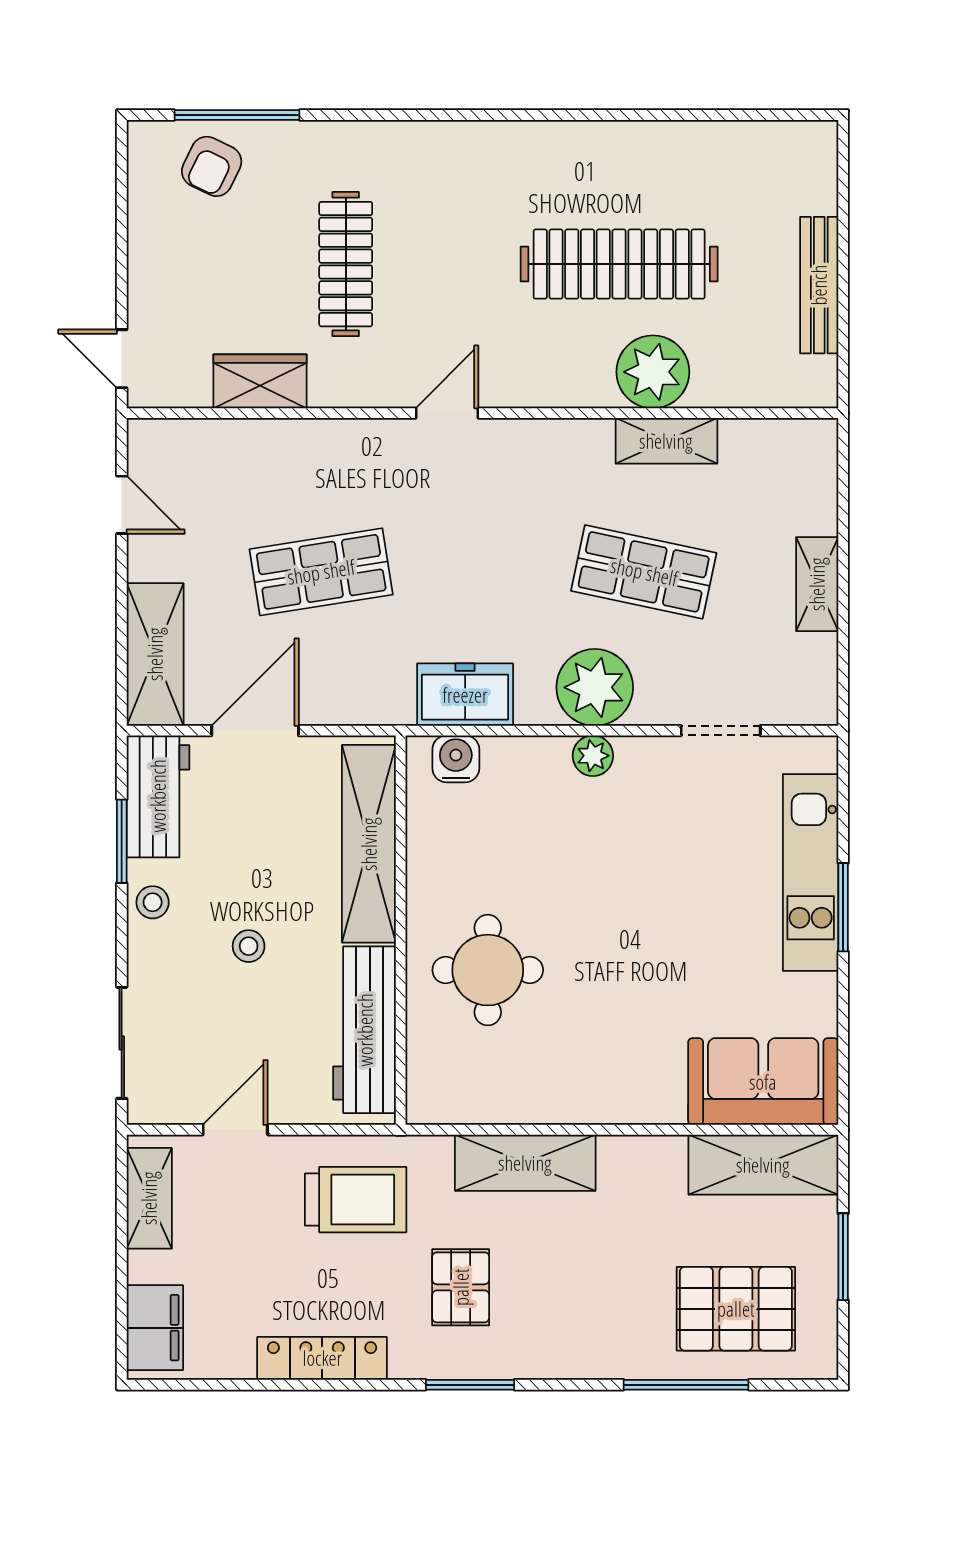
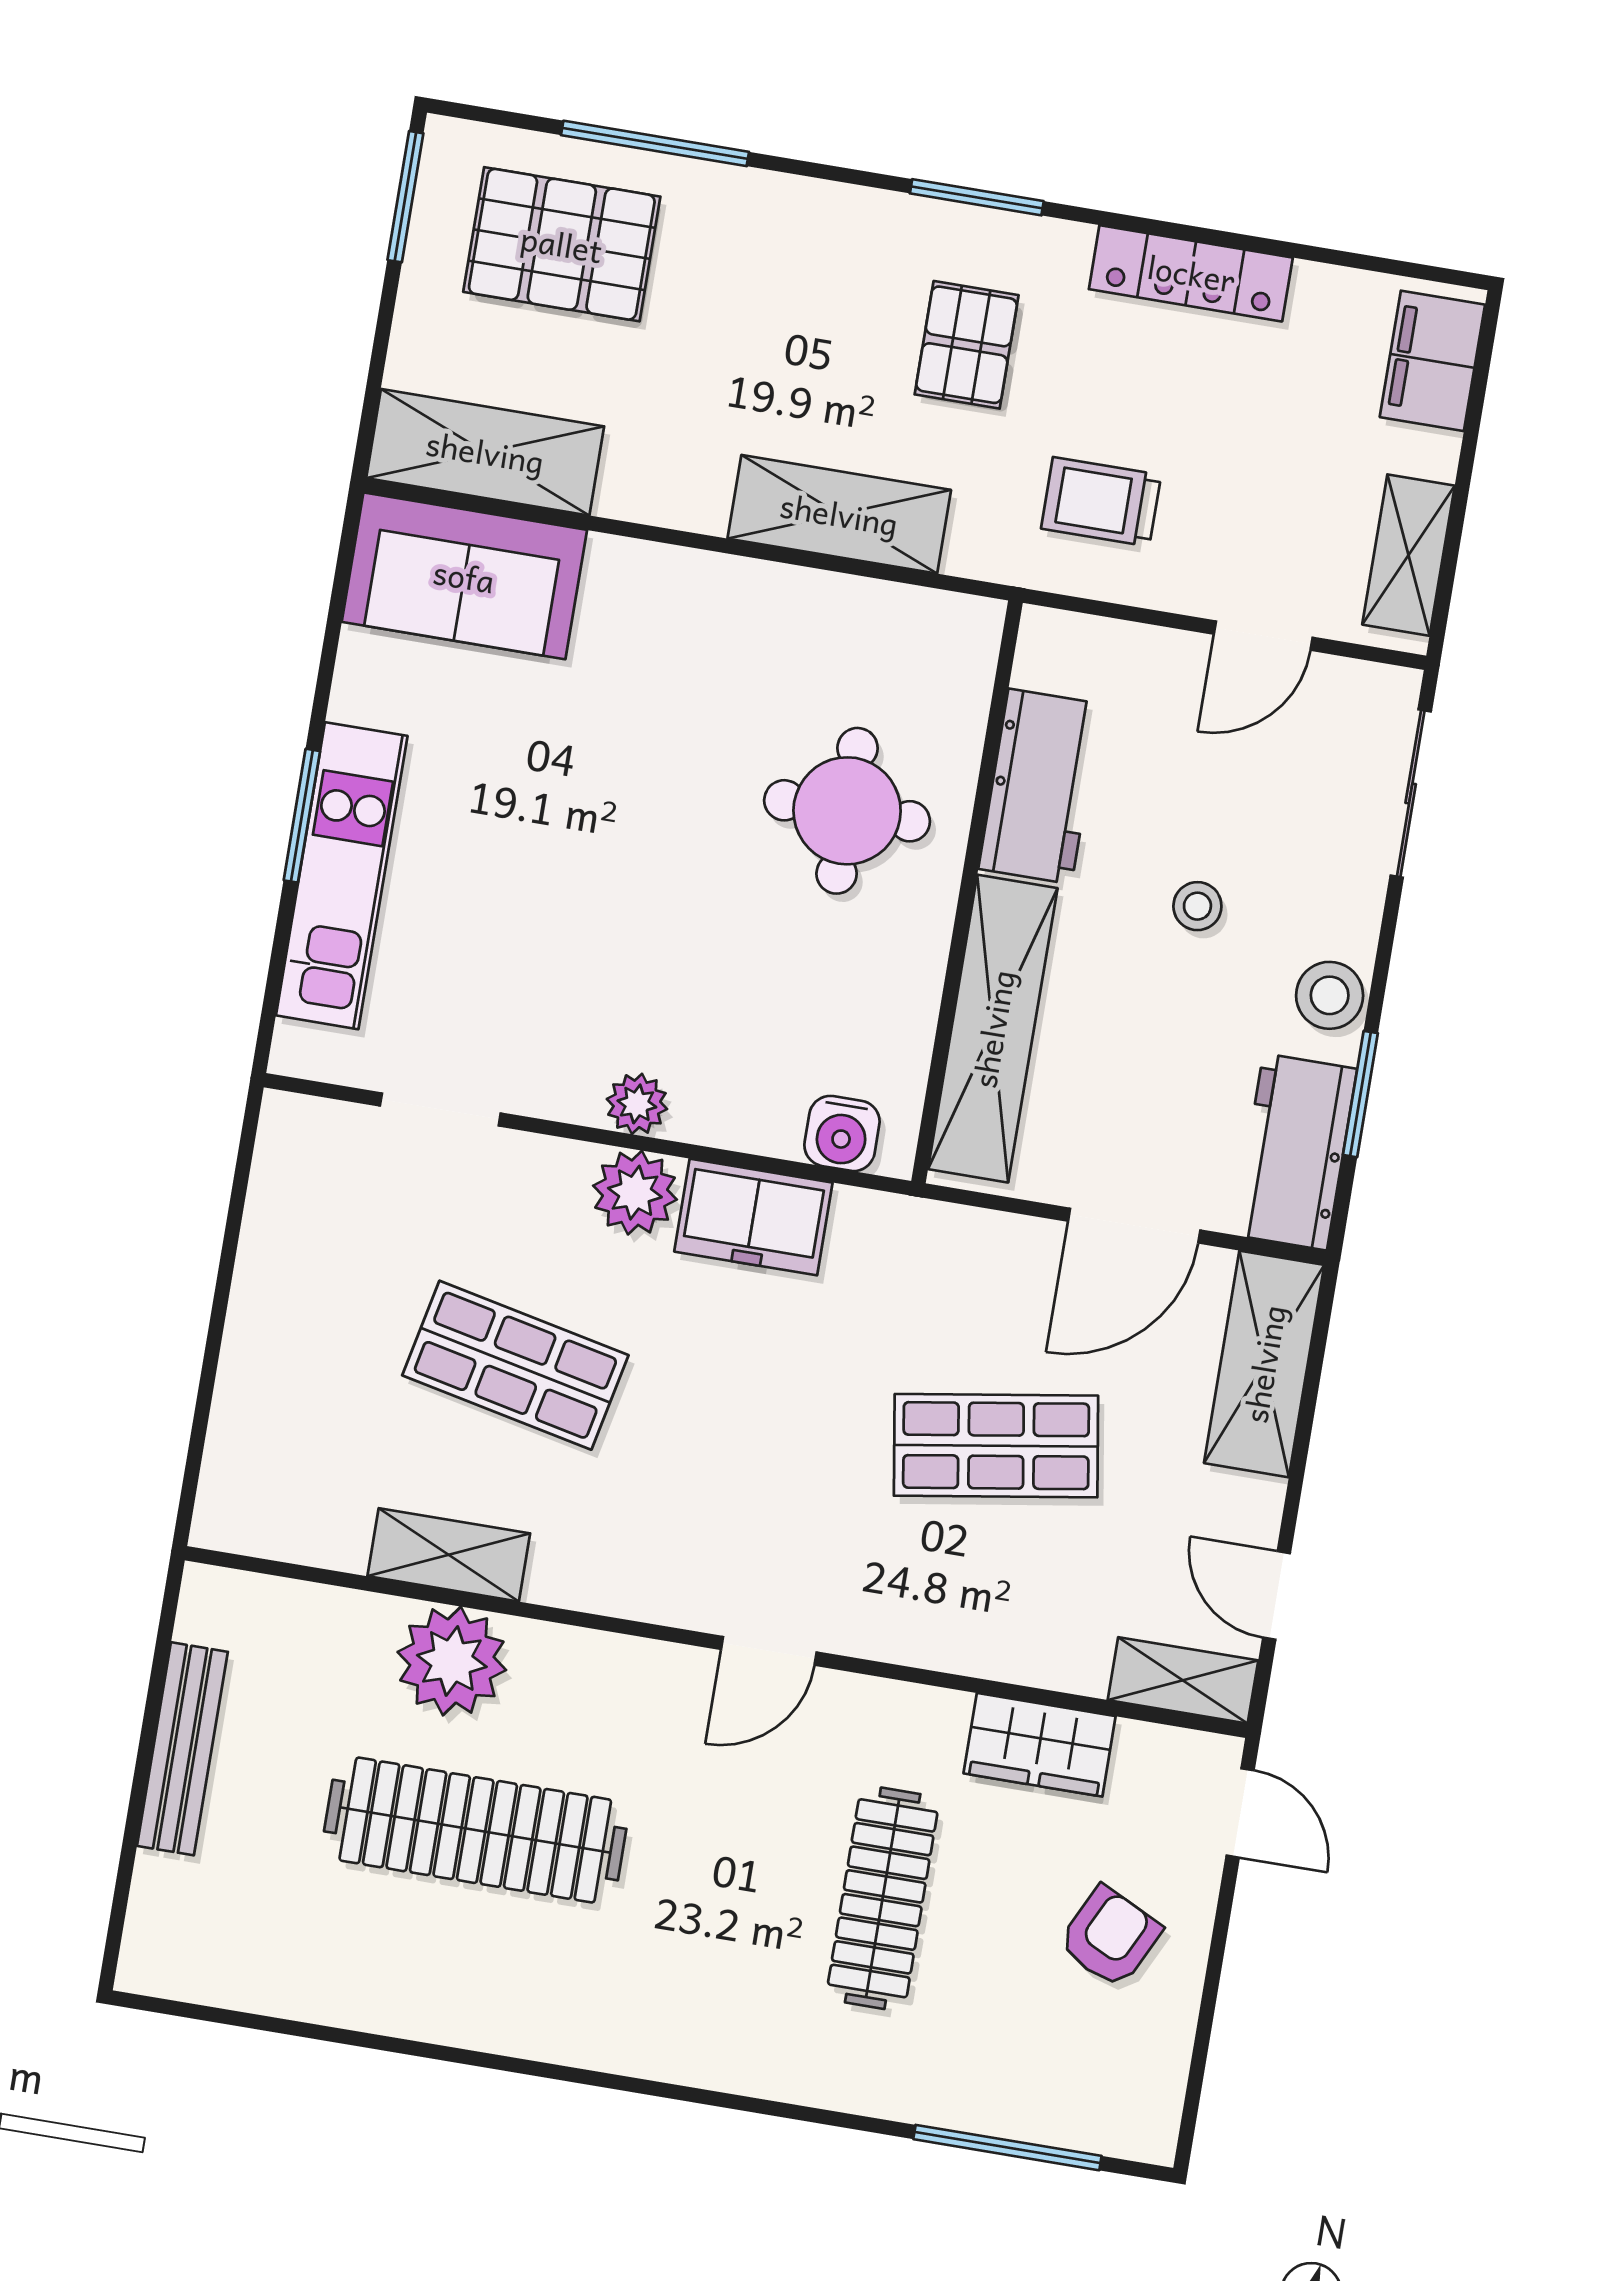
armchair: (212, 166) -> (1110, 1937), moved
shelving: (817, 584) -> (1183, 1680), moved, turned 90
plant: (595, 687) -> (635, 1193), width x0.73, depth x0.73
freezer: (465, 695) -> (753, 1217), moved
stool: (153, 902) -> (1330, 995), width x1.37, depth x1.37
workbench: (365, 1030) -> (1040, 786), width x0.73
trolley: (356, 1200) -> (1101, 502), width x0.73, depth x0.72
window: (843, 1257) -> (405, 197), moved

